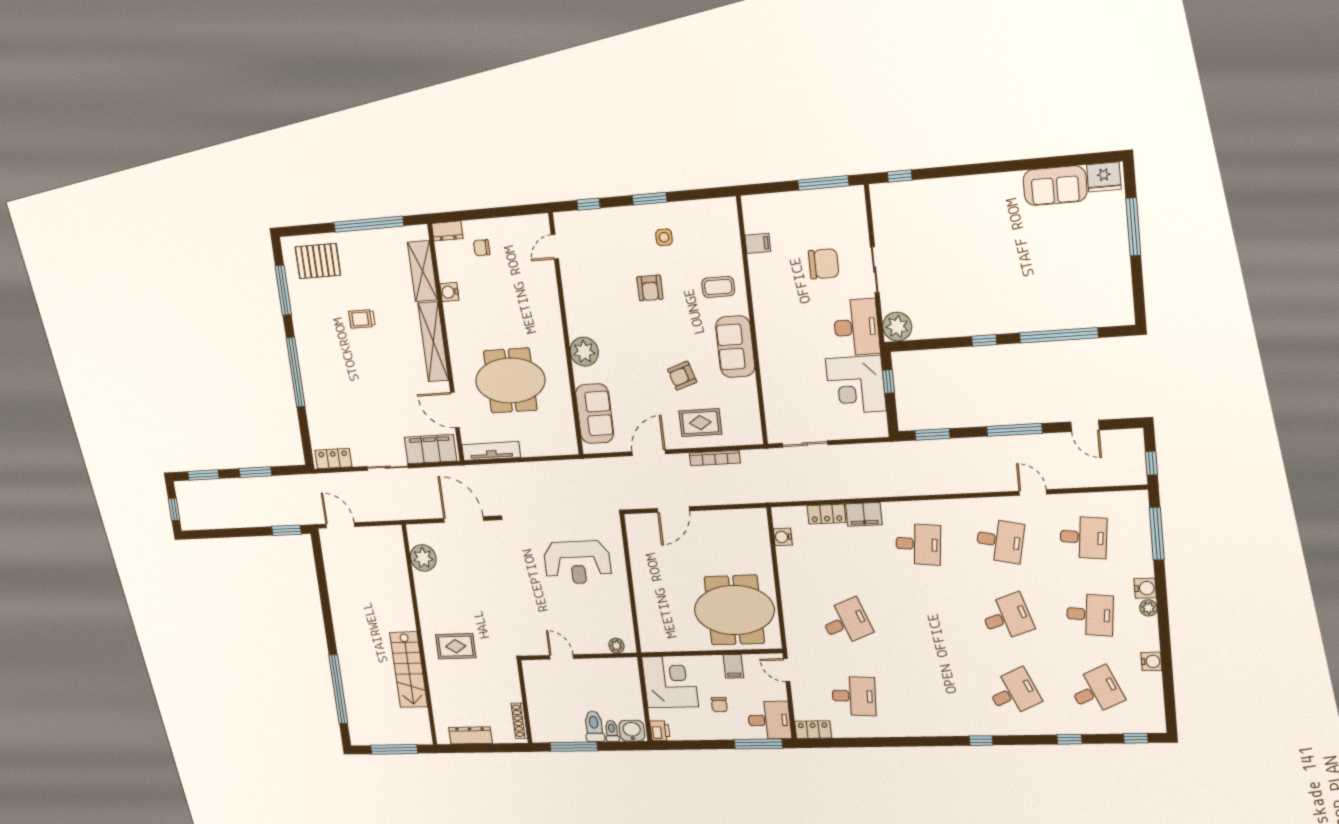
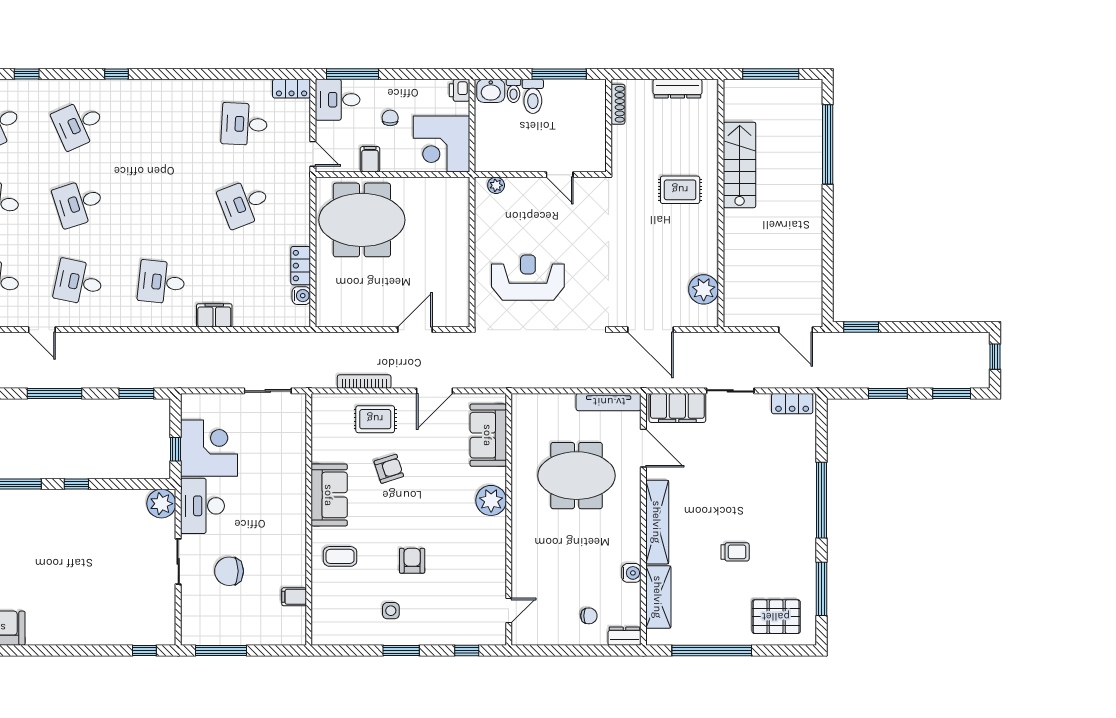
locker: (827, 514) -> (301, 266), moved, turned -90

